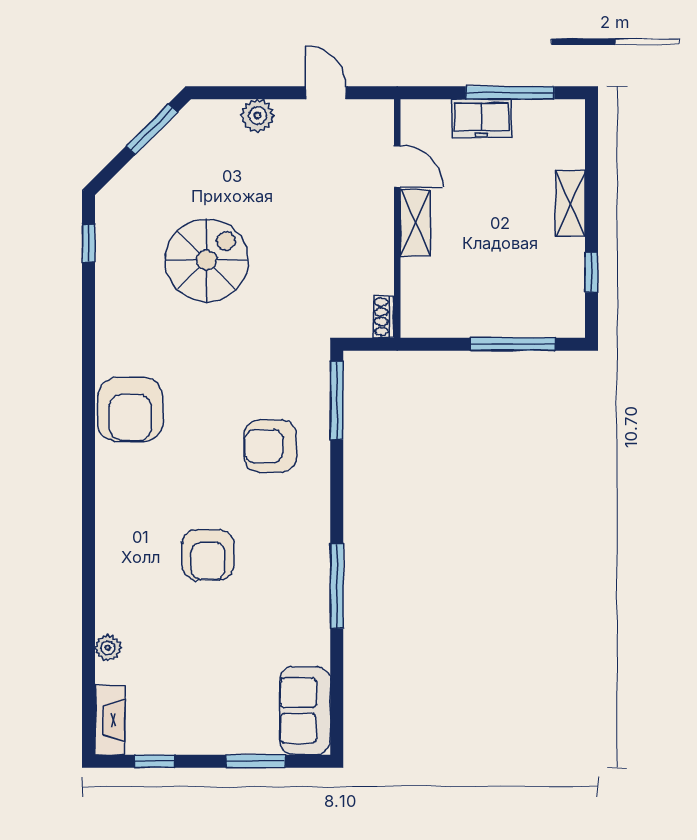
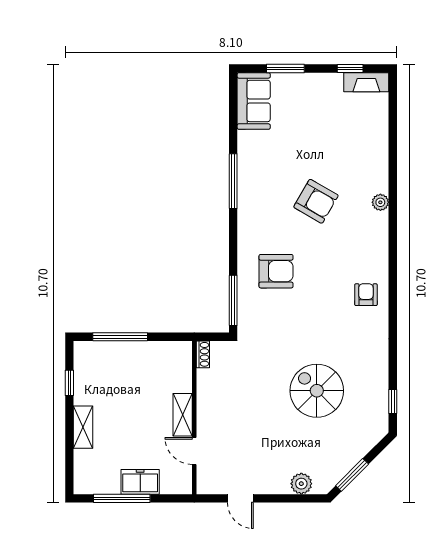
plant: (258, 116) -> (301, 484), moved
spiral stairs: (207, 260) -> (317, 391), turned 90
armchair: (130, 409) -> (366, 295), width x0.53, depth x0.53
armchair: (208, 555) -> (316, 201), turned 120
plant: (108, 648) -> (380, 202), moved
fireplace: (110, 720) -> (366, 82), moved, turned -90

